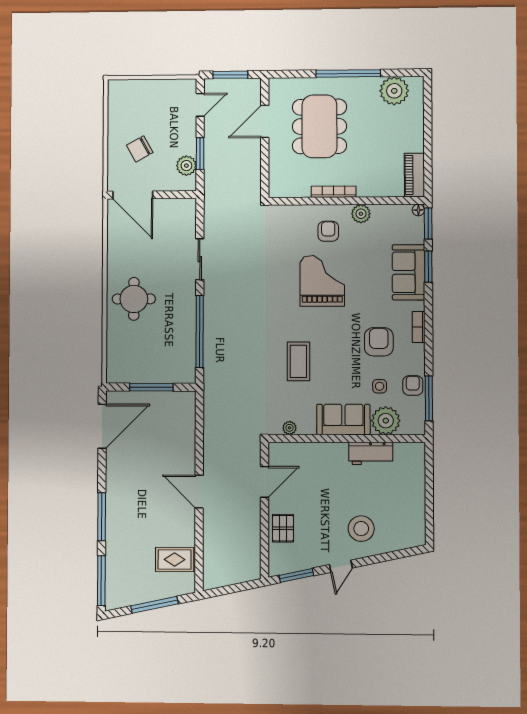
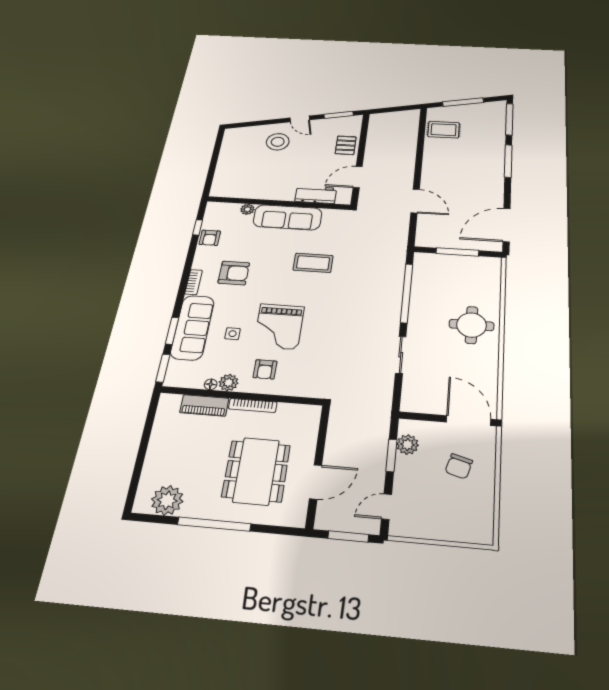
chair: (140, 149) -> (459, 466), turned 135
piano: (414, 175) -> (204, 405), moved, turned 90
floor lamp: (418, 210) -> (211, 384), moved
sofa: (408, 272) -> (192, 327), width x1.36
armchair: (379, 342) -> (234, 273), turned -90
coffee table: (298, 361) -> (313, 263), turned 90
side table: (380, 386) -> (233, 334), moved
window: (429, 398) -> (198, 227), width x0.46
sofa: (343, 419) -> (288, 217), width x1.36
plant: (386, 421) -> (247, 209), width x0.53, depth x0.53
plant: (290, 428) -> (329, 214), removed
workbench: (371, 453) -> (316, 195), moved
door: (199, 492) -> (415, 201), moved
door: (341, 566) -> (300, 119), swing flipped

